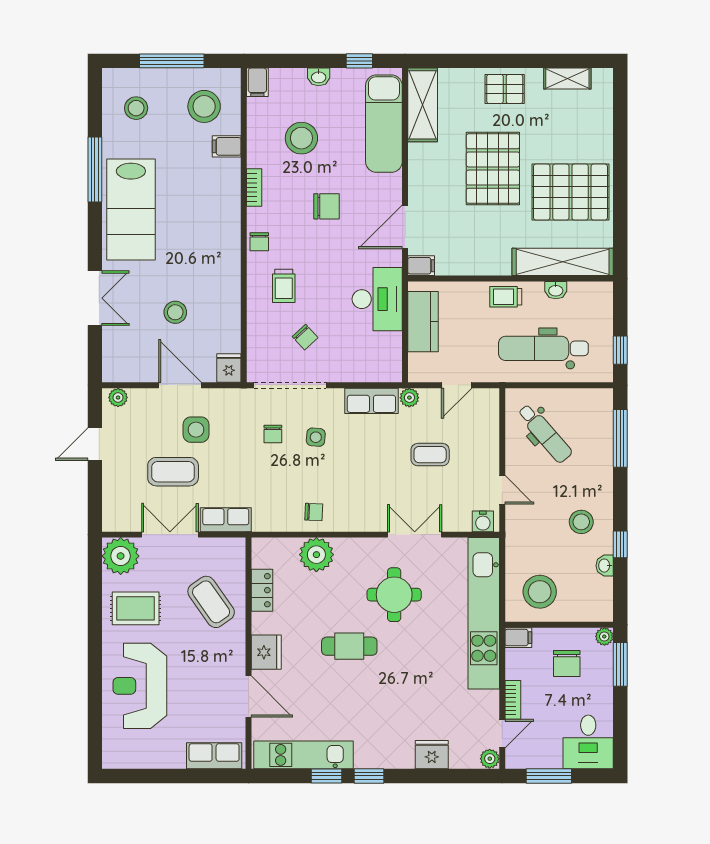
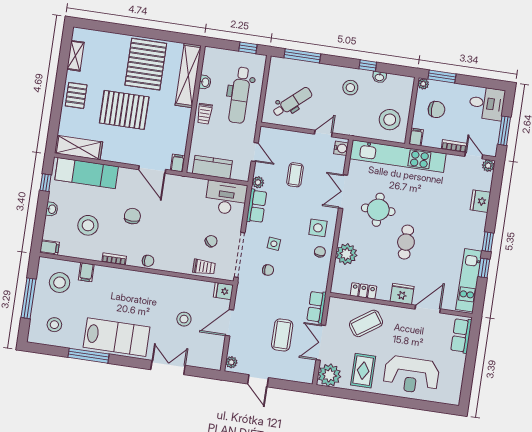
trolley: (284, 286) -> (204, 267), moved
desk: (377, 299) -> (226, 198), moved
side table: (196, 430) -> (318, 228), moved

